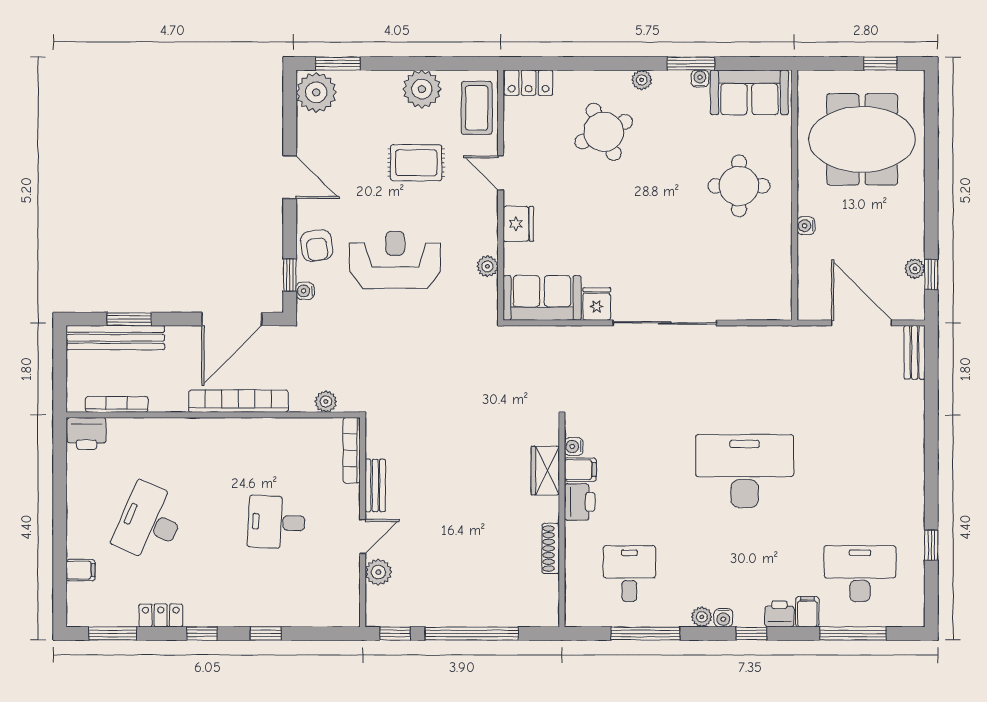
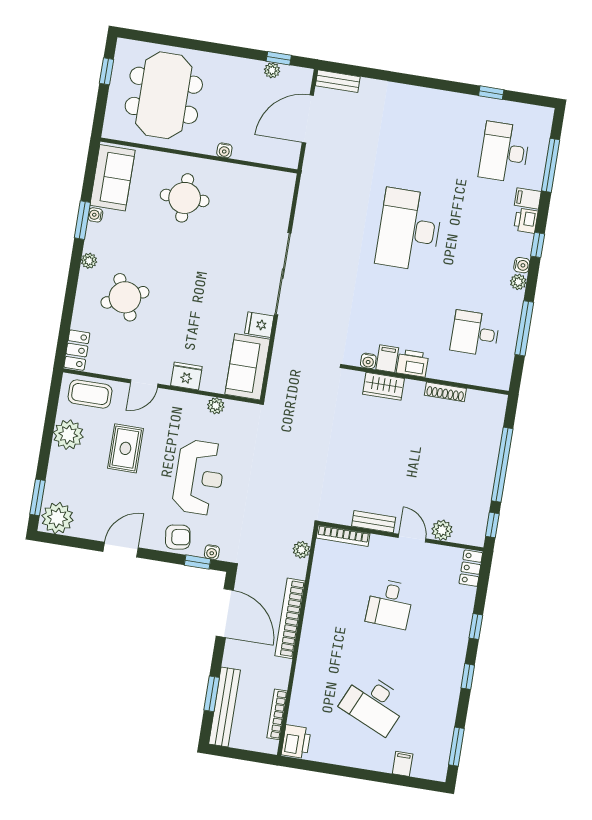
reception desk: (395, 260) -> (199, 477), turned 180
locker: (161, 615) -> (471, 568), moved

